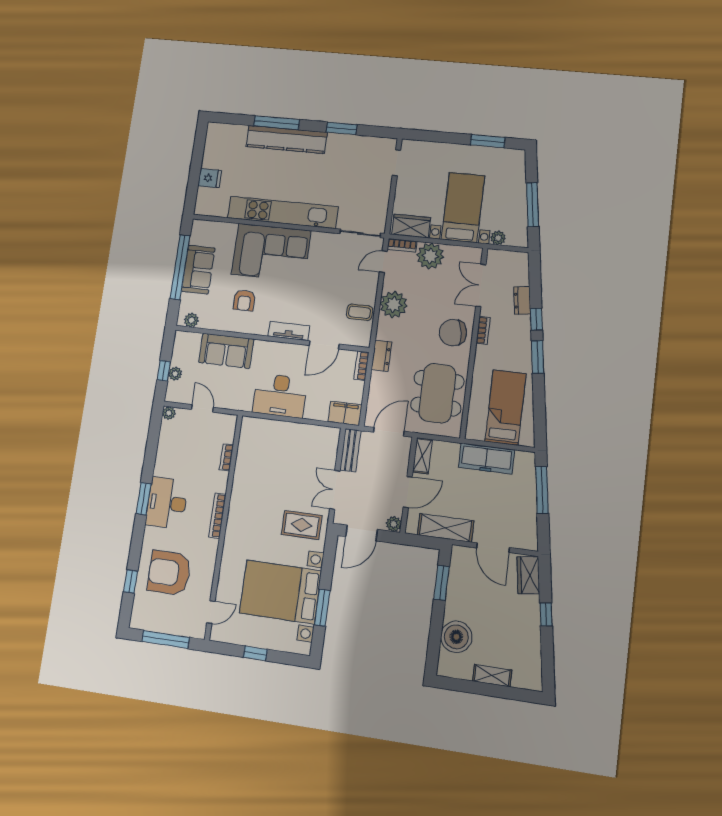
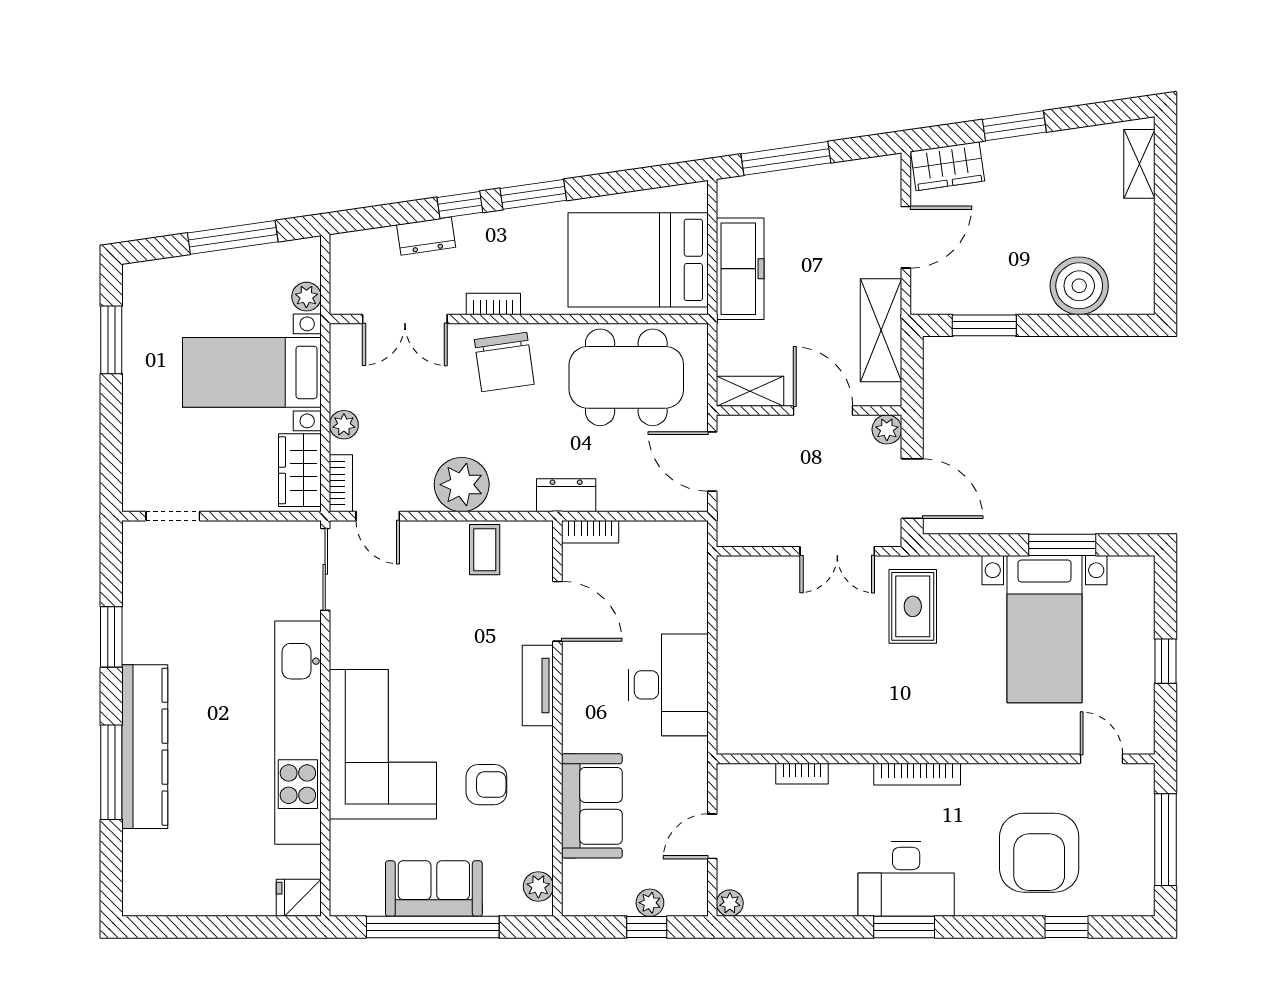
fridge: (210, 178) -> (299, 898), moved, turned -90
plant: (430, 256) -> (344, 425), width x0.53, depth x0.53
bed: (506, 407) -> (638, 260), width x1.50
filing cabinet: (345, 413) -> (687, 551), removed
bench: (350, 450) -> (757, 531), removed
bed with nightstands: (280, 592) -> (1044, 629), width x0.73
window: (546, 614) -> (1014, 126), width x1.50
shelving: (492, 676) -> (1139, 164), moved

